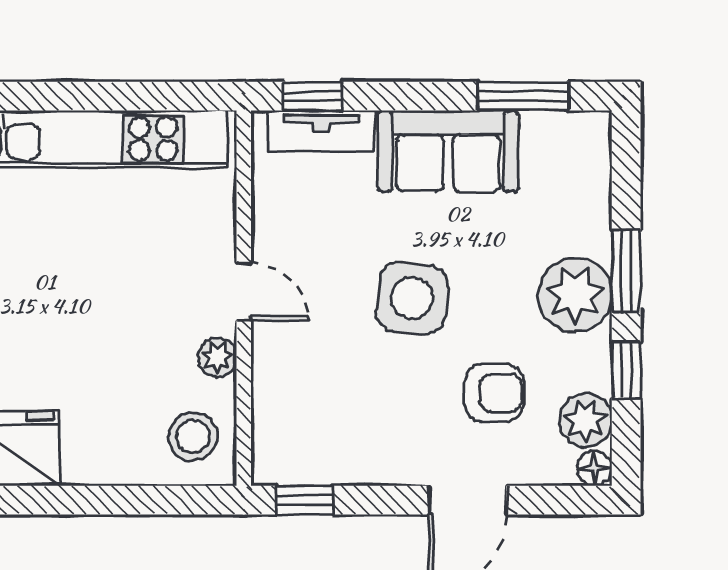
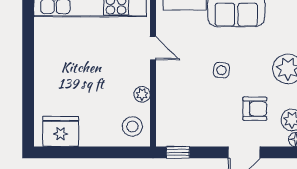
door: (244, 292) -> (153, 48), moved
side table: (412, 298) -> (221, 70), width x0.54, depth x0.54

